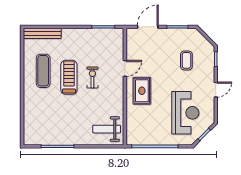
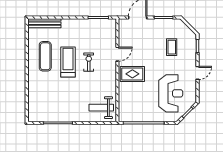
rug: (142, 91) -> (132, 74), turned 90

